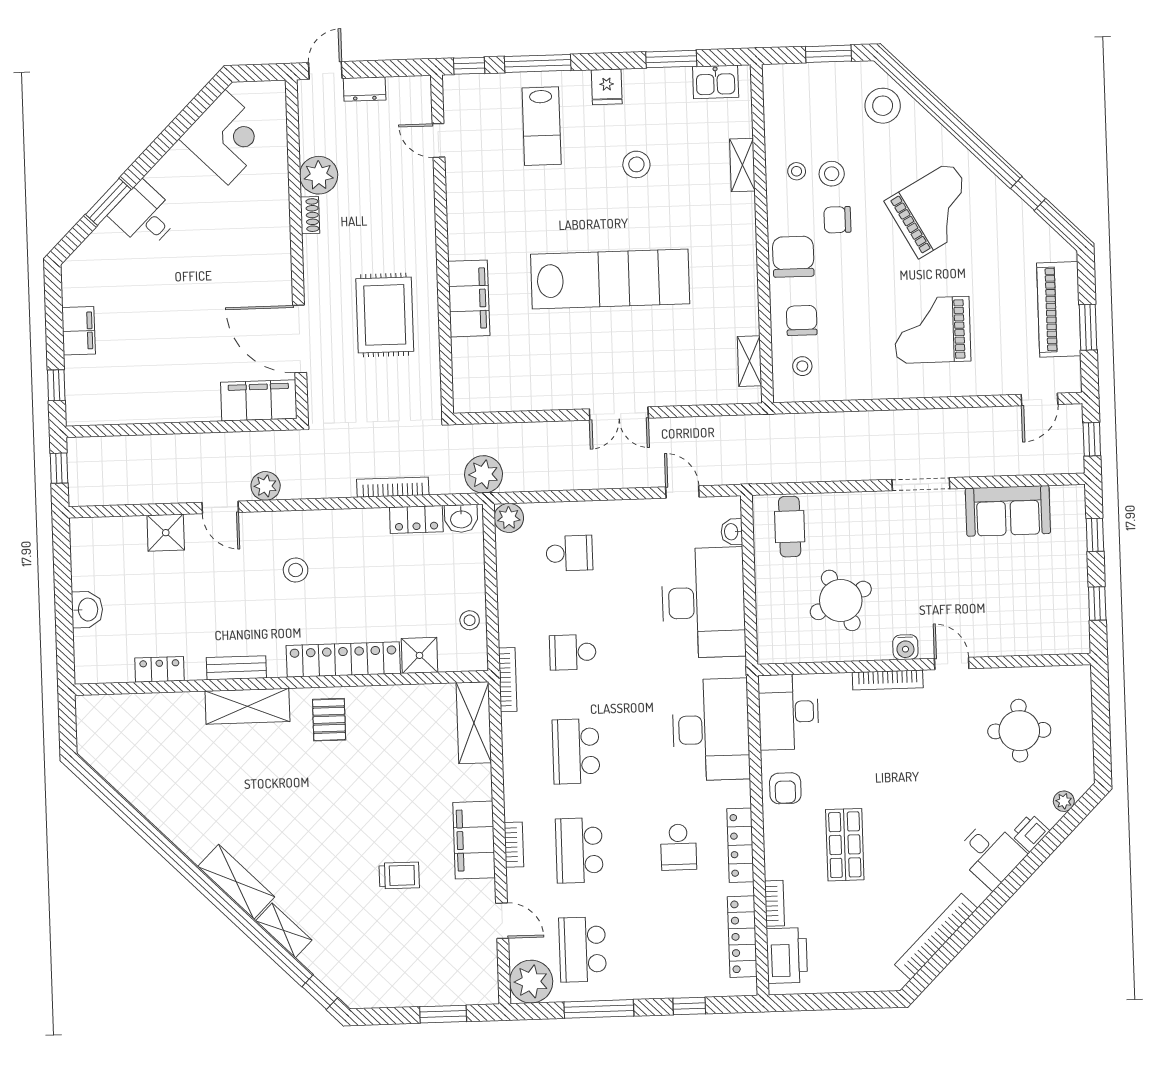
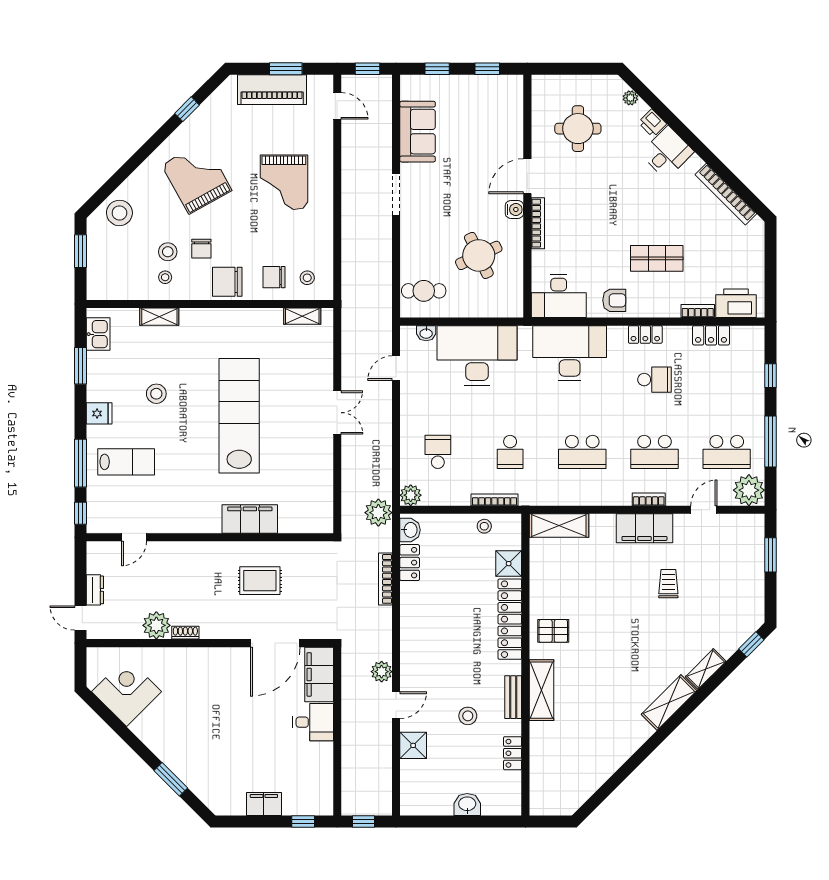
desk: (145, 216) -> (313, 722), moved, turned -135
rug: (385, 315) -> (260, 581), width x0.73, depth x0.70
stool: (296, 570) -> (468, 716), moved
door: (952, 663) -> (527, 176), width x1.38
bookcase: (508, 680) -> (494, 500), moved
locker: (740, 845) -> (645, 334), width x0.66
locker: (742, 937) -> (711, 335), width x0.66

